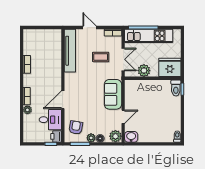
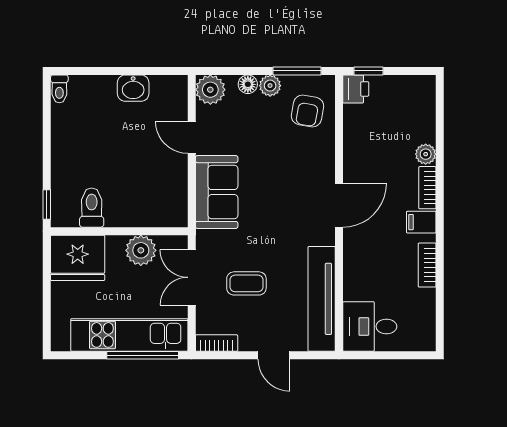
filing cabinet: (29, 82) -> (421, 222), added
toilet: (176, 88) -> (92, 208), moved
door: (63, 100) -> (339, 205), moved
door: (123, 117) -> (192, 137), hinge flipped
desk: (50, 120) -> (370, 326), moved
washbasin: (131, 137) -> (133, 88), moved

